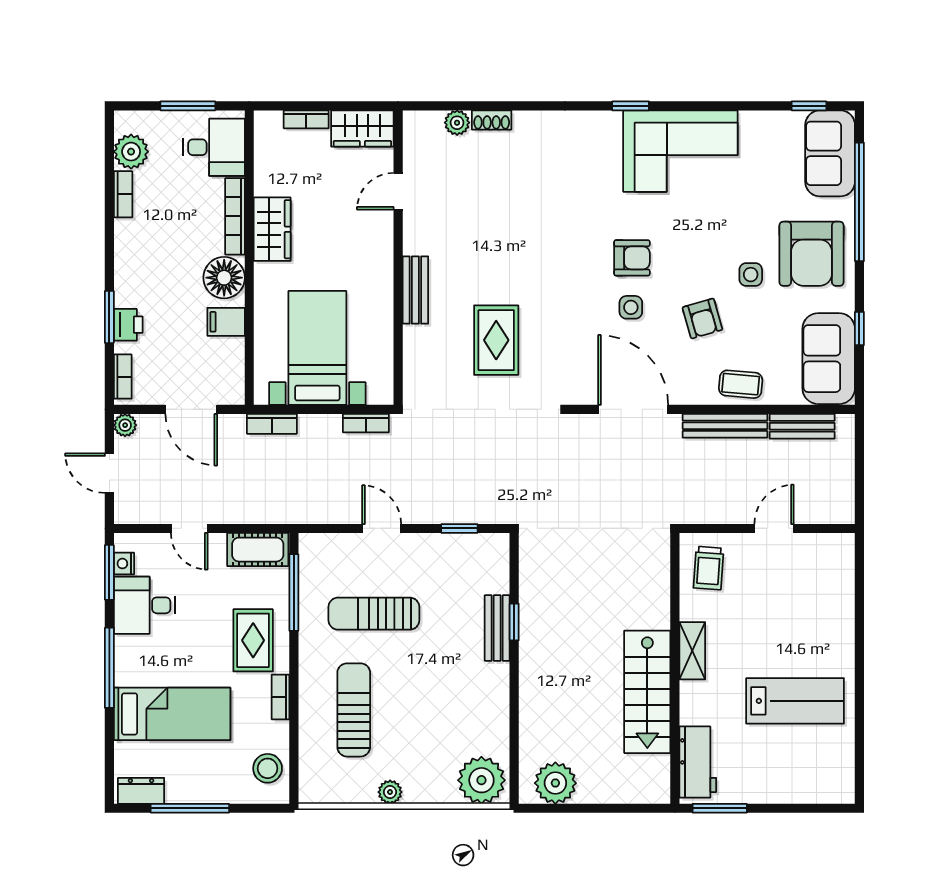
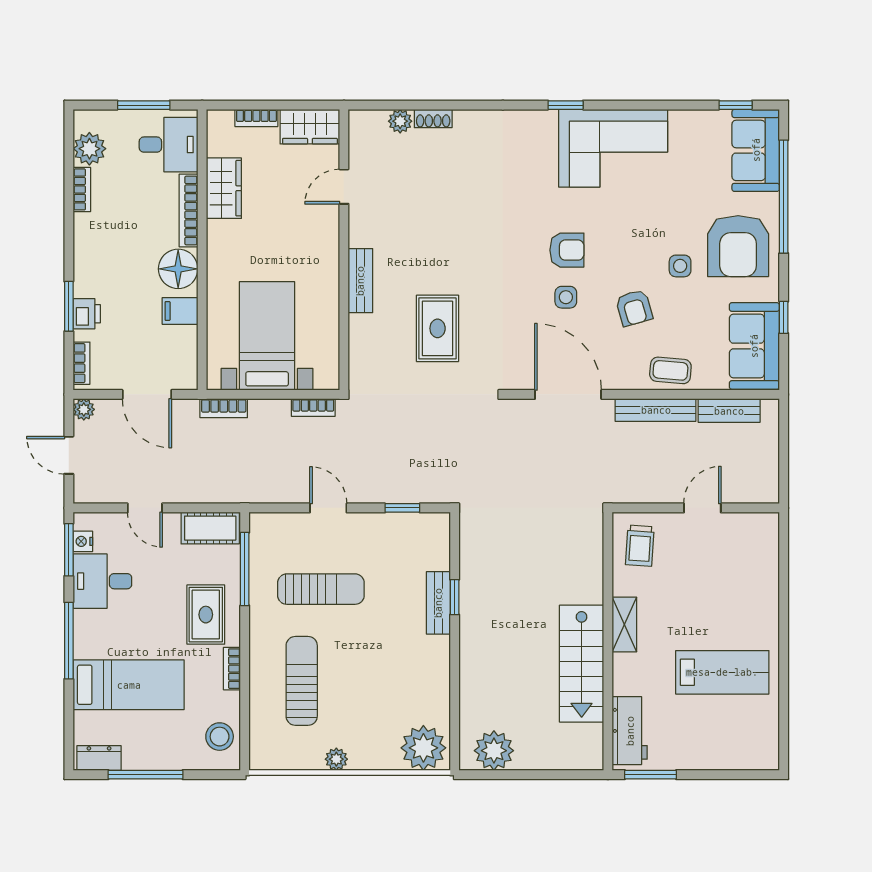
wardrobe: (272, 229) -> (224, 188), moved
sun lounger: (374, 614) -> (321, 589), turned 180

